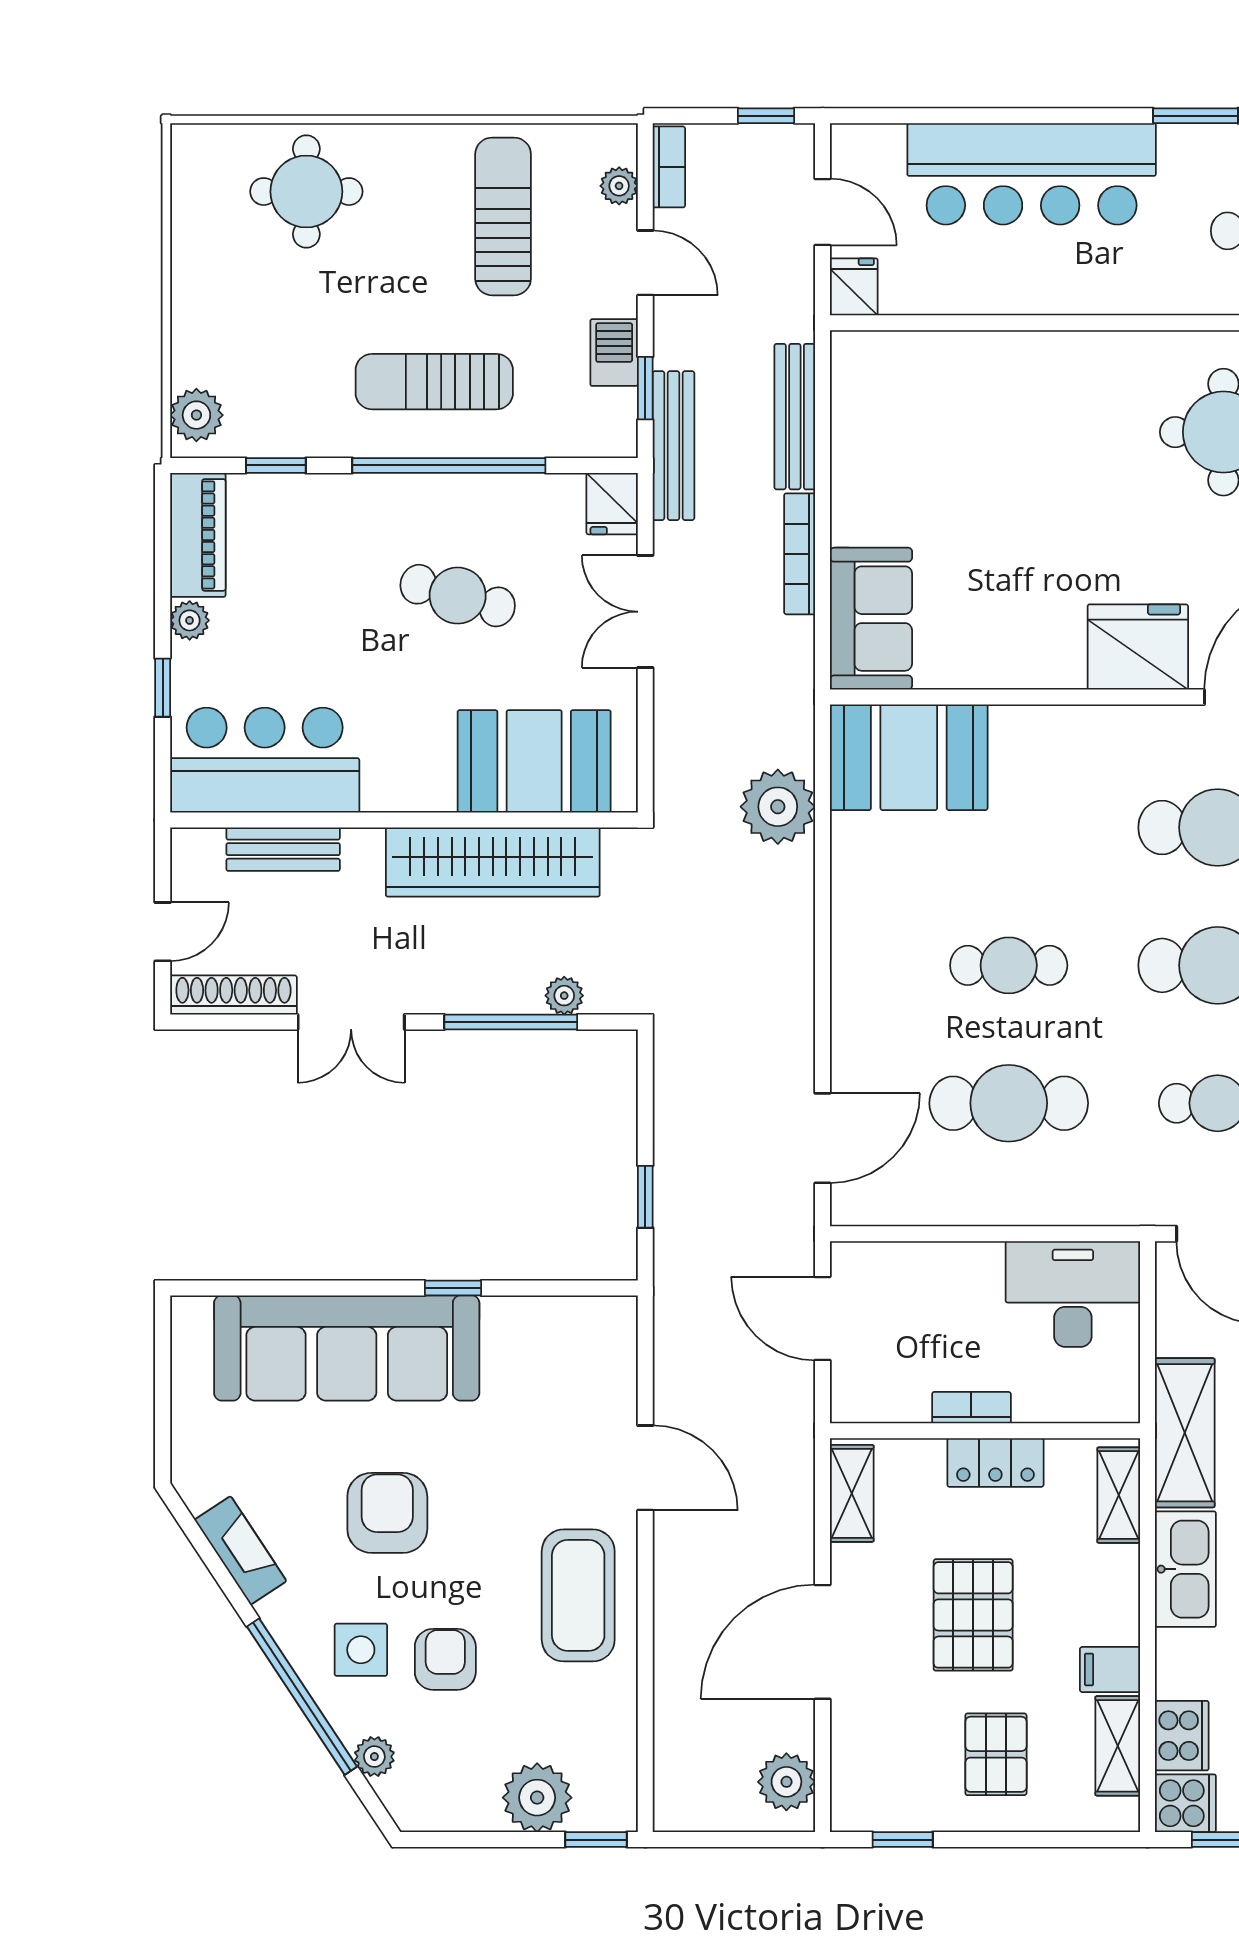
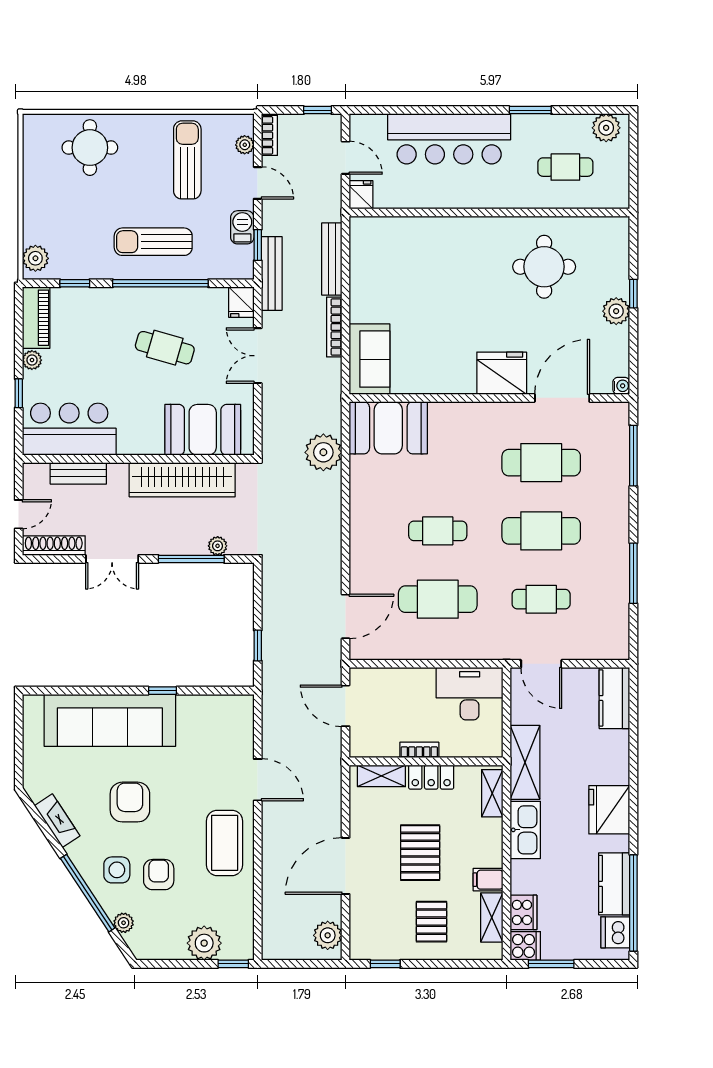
shelving: (852, 1493) -> (381, 776), moved, turned 90

